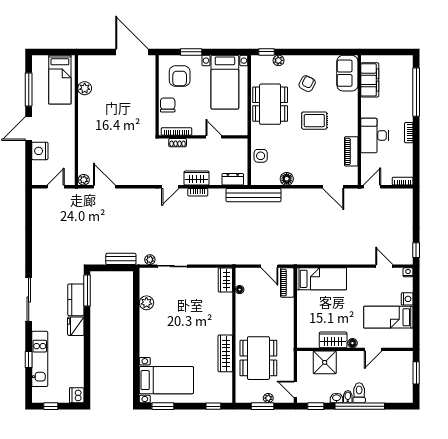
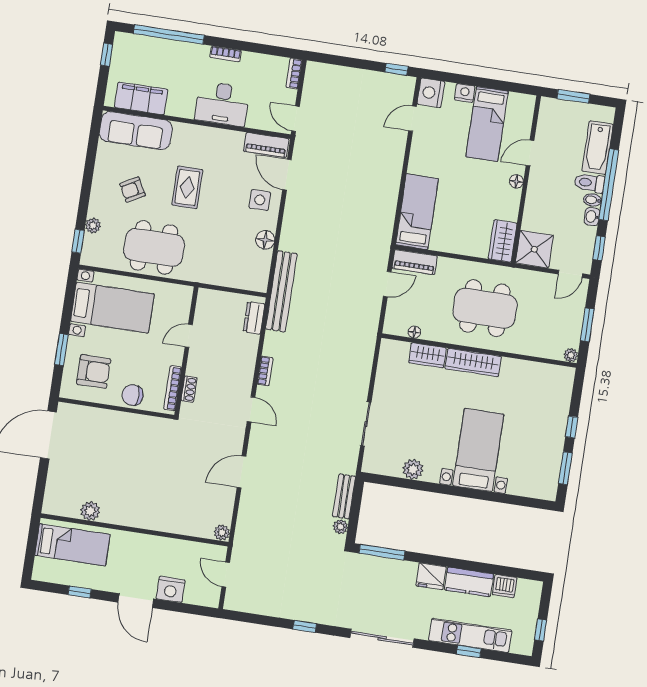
window: (396, 52) -> (107, 55), added
sofa: (347, 73) -> (136, 131), width x1.36
armchair: (307, 84) -> (133, 190), turned -56
window: (29, 89) -> (80, 592), width x0.46
piano: (351, 151) -> (266, 145), moved
side table: (261, 156) -> (260, 200), moved
wardrobe: (197, 178) -> (244, 370), removed
door: (104, 187) -> (241, 472), moved
door: (333, 187) -> (287, 175), swing flipped
window: (29, 246) -> (305, 626), added
plant: (150, 260) -> (340, 527), moved
nightstand: (408, 272) -> (431, 93), width x1.89, depth x1.79
wardrobe: (225, 280) -> (427, 355), moved
kitchen counter: (76, 300) -> (469, 582), moved
wardrobe: (333, 340) -> (503, 241), moved
door: (373, 349) -> (530, 153), swing flipped
wardrobe: (225, 353) -> (473, 362), moved
dining table: (258, 358) -> (485, 308), moved
shower: (325, 362) -> (534, 249), moved
bed with nightstands: (166, 380) -> (478, 450), moved
dishwasher: (77, 395) -> (505, 586), moved
bathtub: (384, 395) -> (597, 148), added
plant: (268, 398) -> (571, 355), moved
window: (213, 406) -> (572, 427), moved

